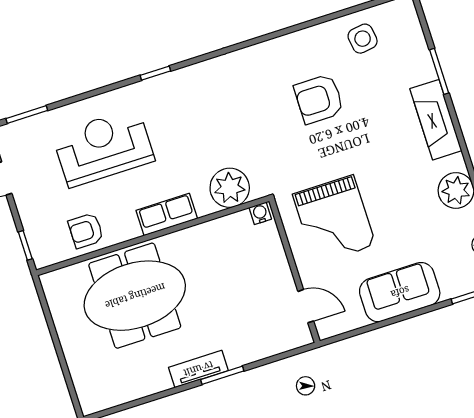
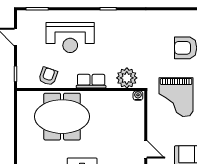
reception desk: (103, 147) -> (70, 38), turned 180
grand piano: (334, 220) -> (176, 97), moved
armchair: (86, 231) -> (48, 76), turned 109

